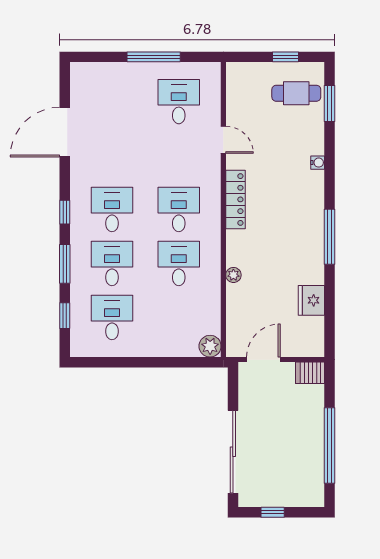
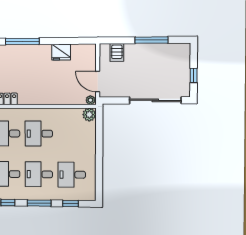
plant: (233, 275) -> (90, 100), moved
server rack: (310, 373) -> (117, 53), moved
window: (329, 446) -> (152, 40), width x0.68

